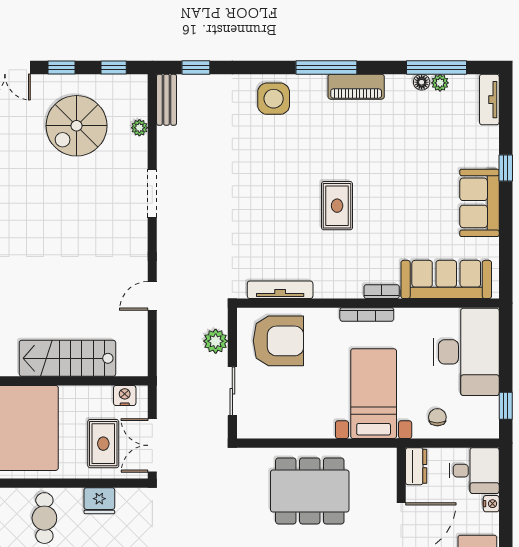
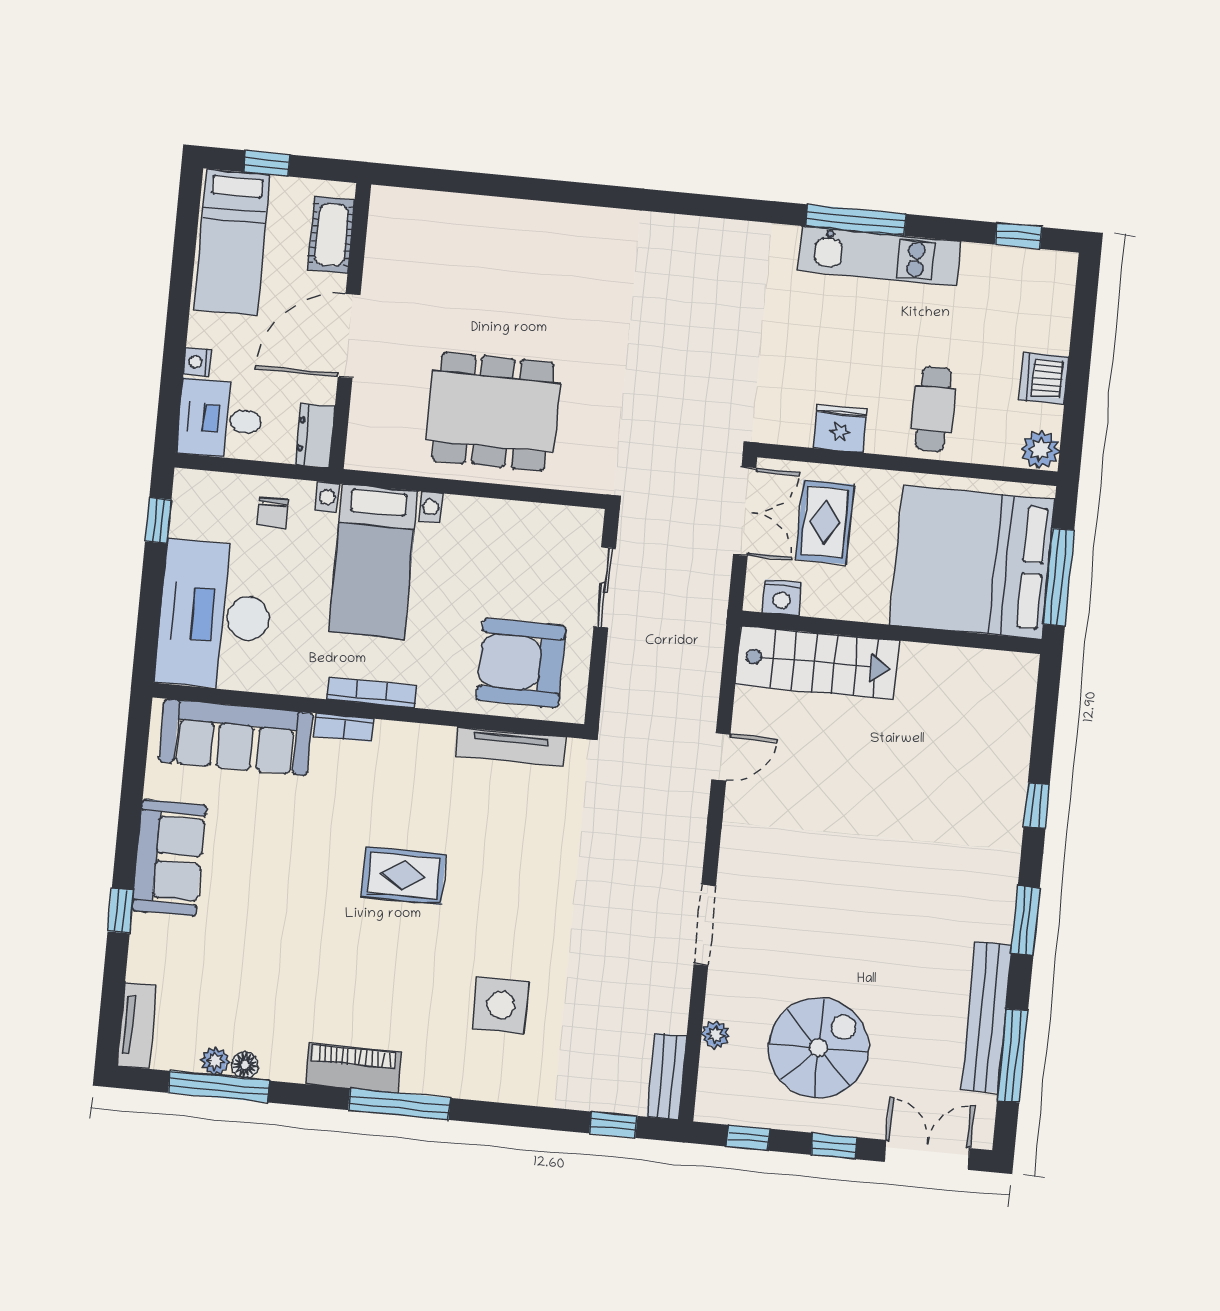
side table: (274, 99) -> (501, 1005), moved
rug: (337, 206) -> (403, 876), turned 90
plant: (216, 341) -> (624, 672), removed
stairs: (67, 358) -> (817, 663), moved

